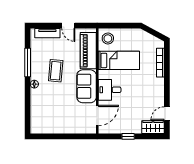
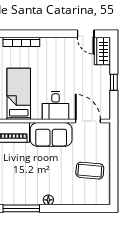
coffee table: (56, 71) -> (90, 171), moved

